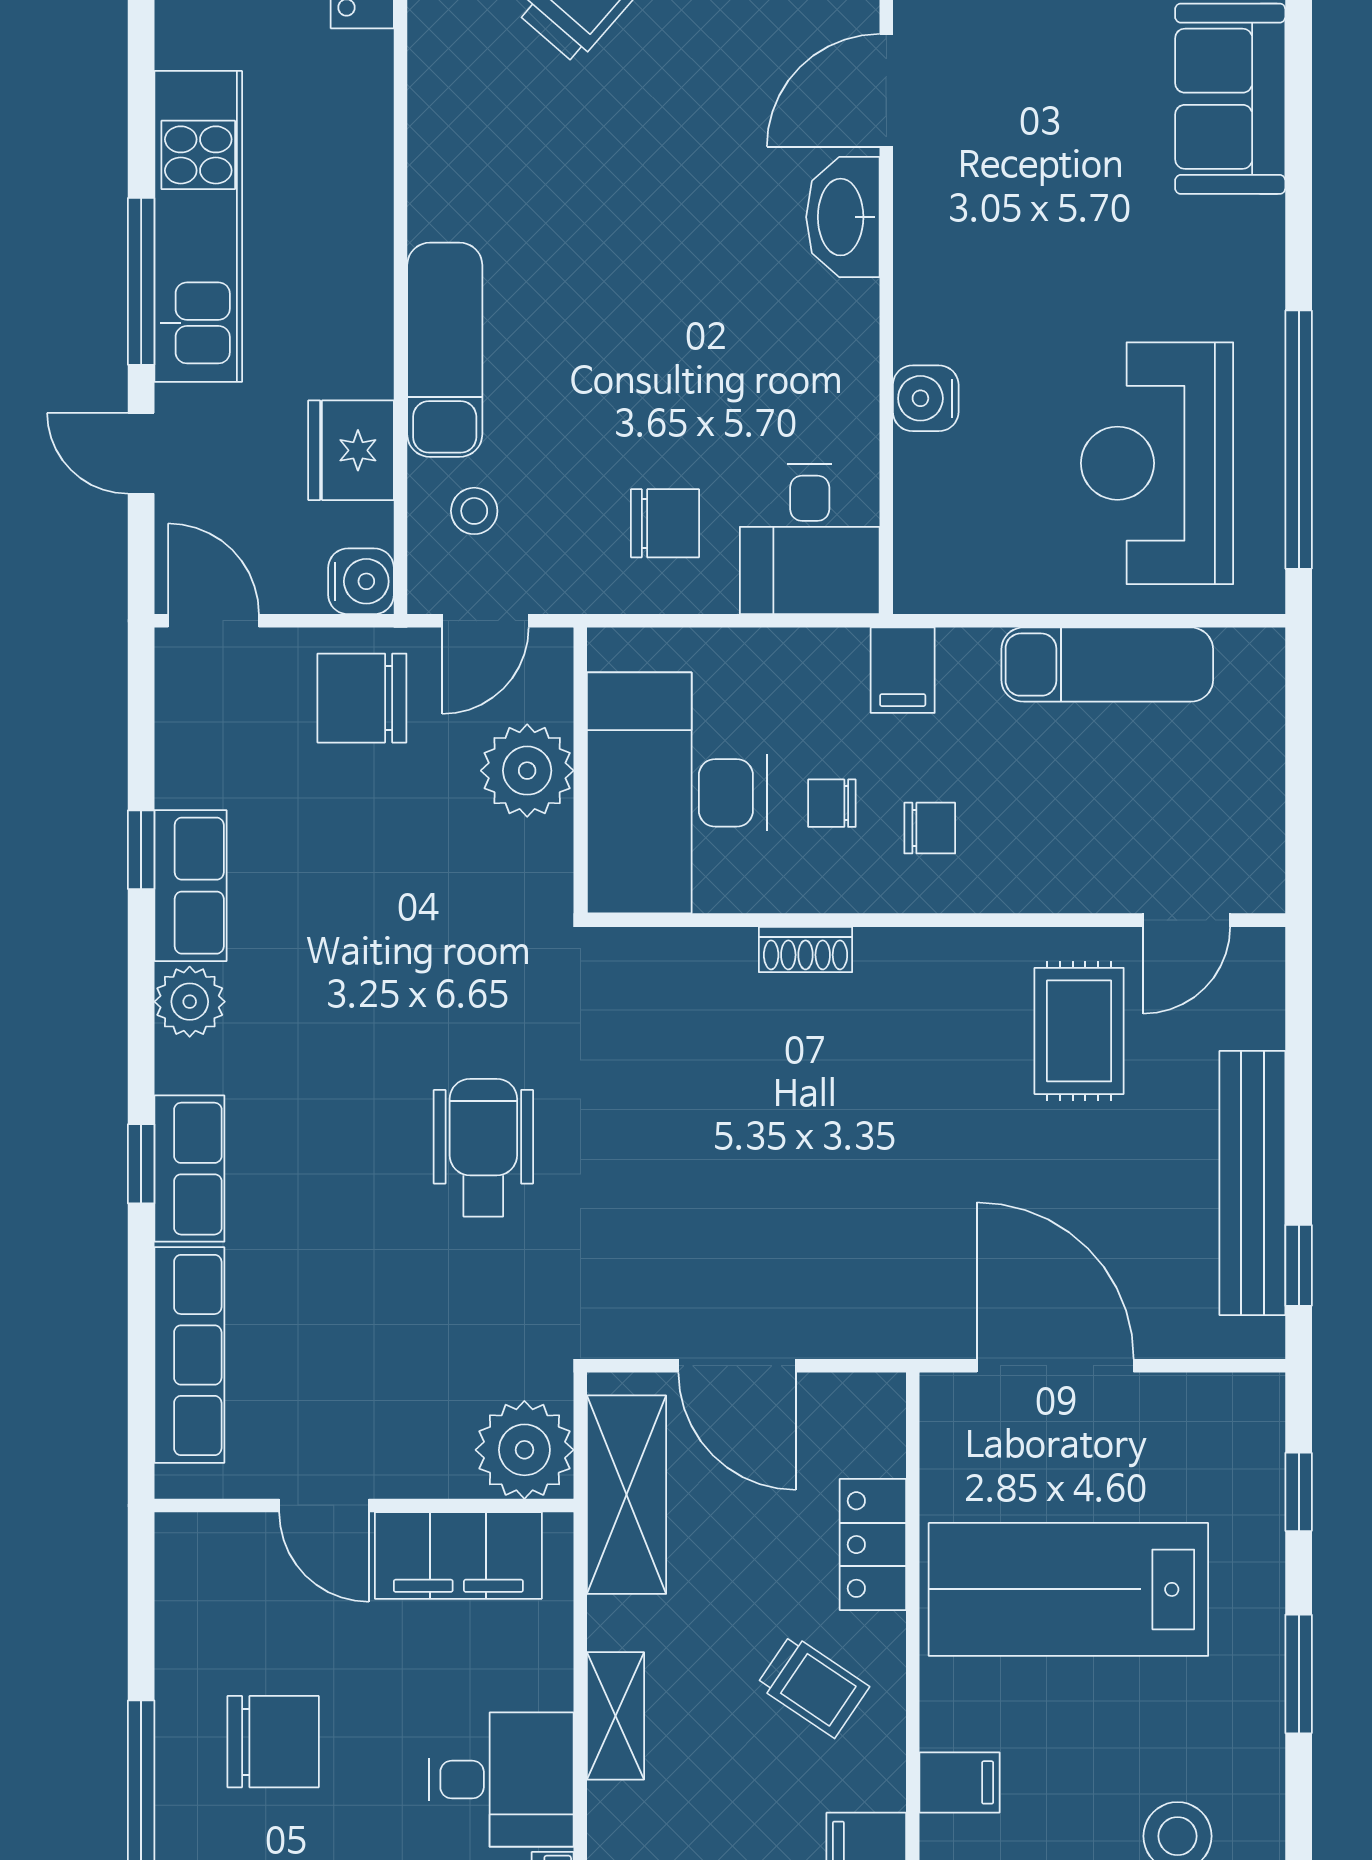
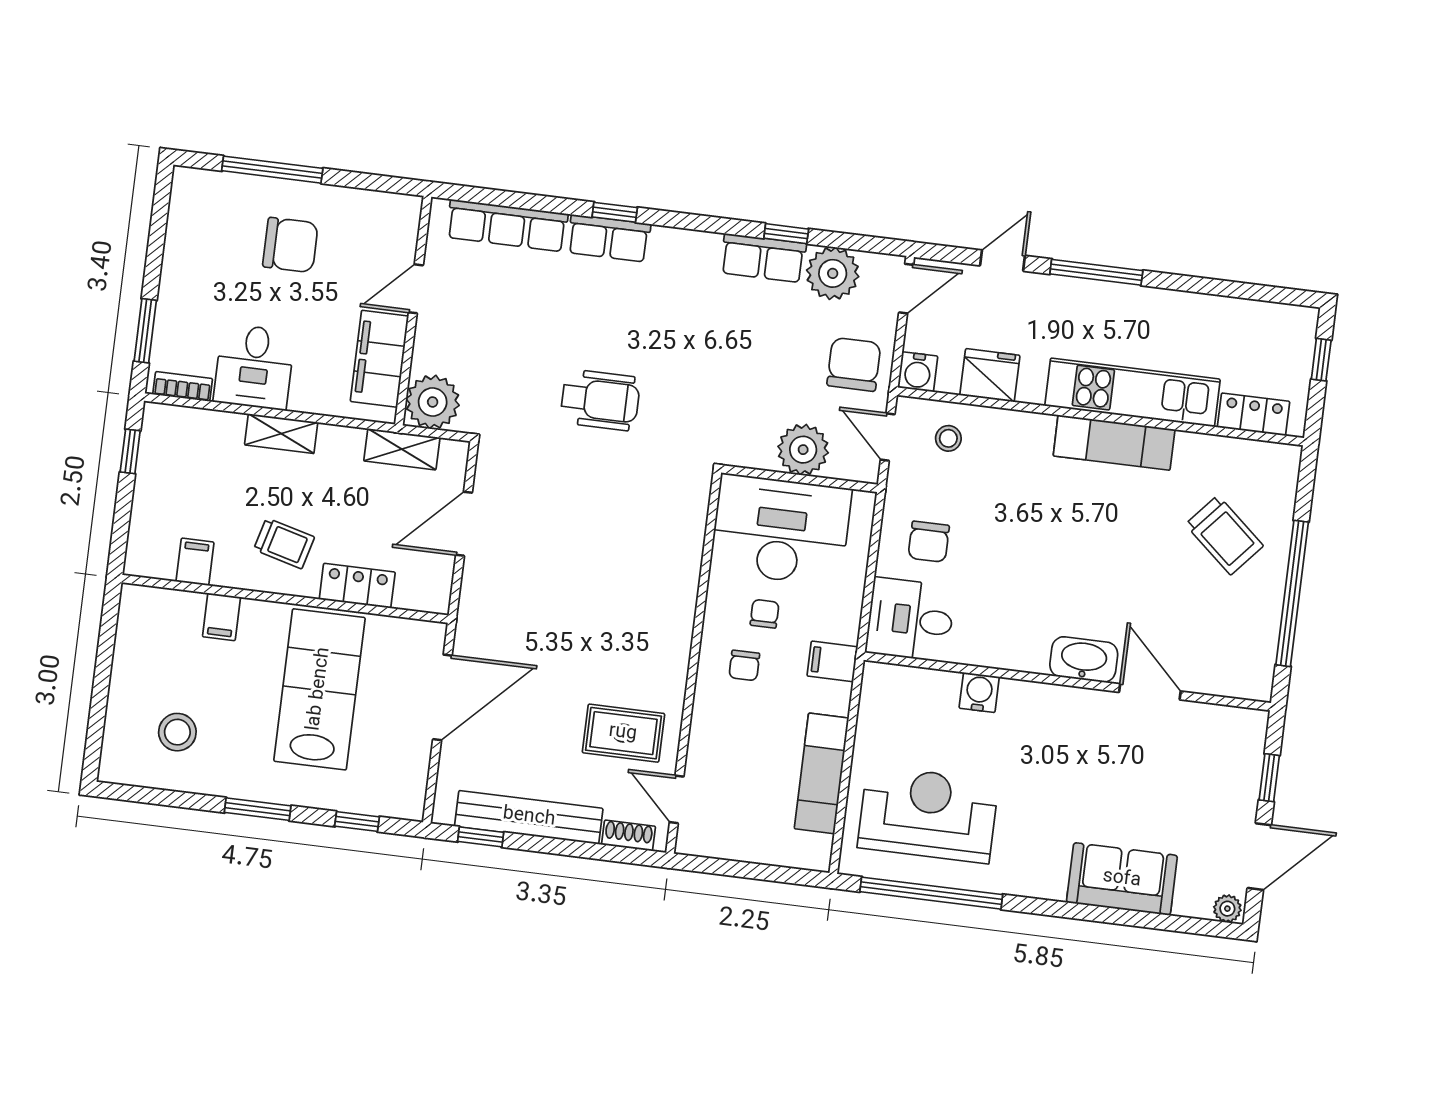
kitchen unit: (198, 226) -> (1132, 393), moved, turned 180
exam couch: (445, 350) -> (1114, 443), moved
shoe rack: (806, 949) -> (629, 835), moved, turned 90
plant: (190, 1002) -> (833, 273), moved, width x1.36, depth x1.36
shelving: (627, 1495) -> (402, 449), width x0.67, depth x0.75
trolley: (813, 1686) -> (284, 543), turned -109
chair: (273, 1742) -> (290, 245), turned -90

